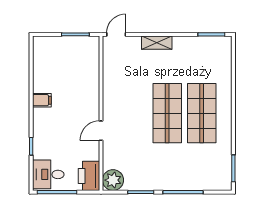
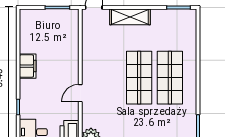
shelving: (157, 43) -> (130, 17), width x1.50, depth x1.33
filing cabinet: (42, 100) -> (28, 66), width x2.00

